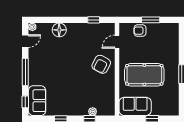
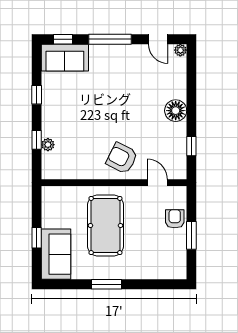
floor lamp: (59, 30) -> (176, 111), moved
sofa: (135, 106) -> (56, 254), moved

